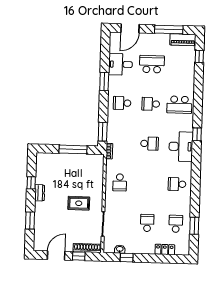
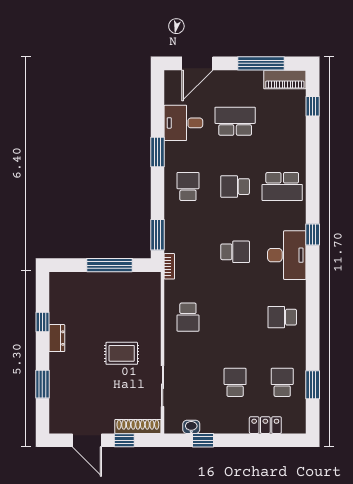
school desk: (122, 103) -> (188, 187), turned 90
door: (56, 255) -> (87, 440), swing flipped

